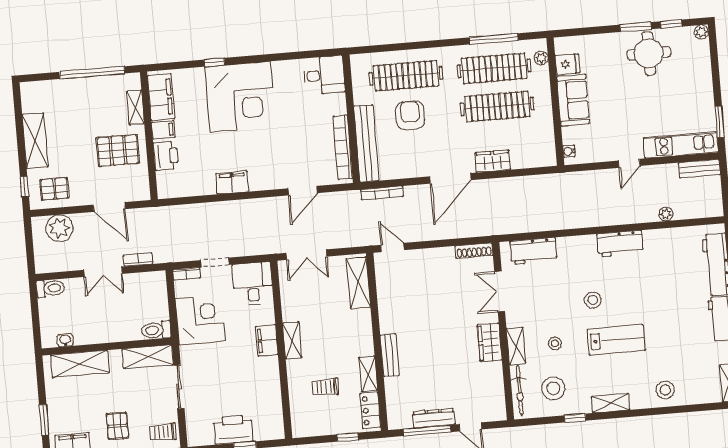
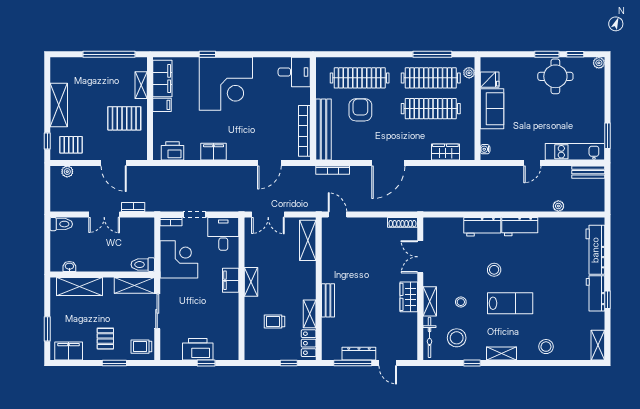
printer: (166, 156) -> (172, 151), moved, turned -90
wardrobe: (493, 161) -> (445, 152), moved
plant: (59, 228) -> (67, 172), width x0.53, depth x0.53
workbench: (534, 251) -> (482, 227), moved

